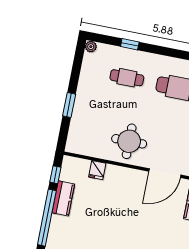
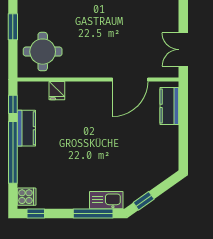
round table: (129, 141) -> (43, 52), moved

